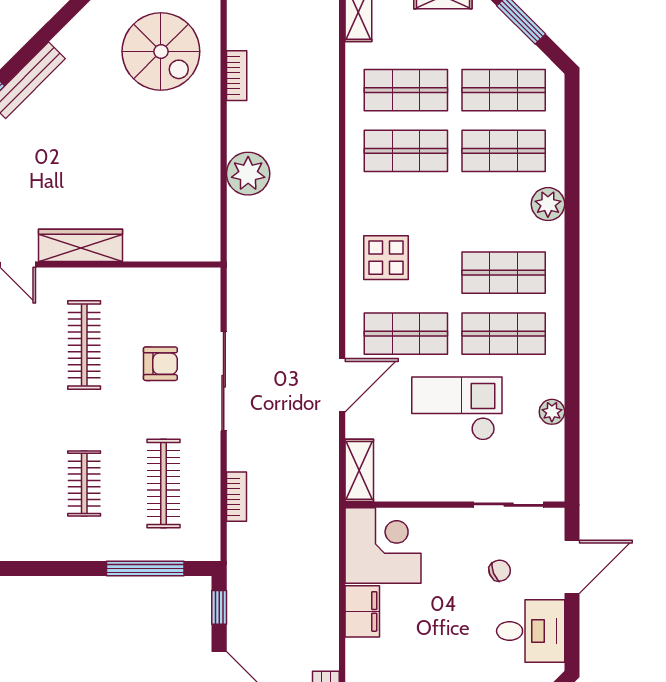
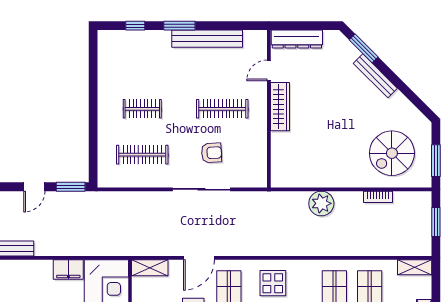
armchair: (160, 364) -> (211, 153), turned -93
door: (342, 385) -> (199, 258), hinge flipped
bookcase: (236, 497) -> (135, 197), removed
window: (145, 568) -> (93, 144), removed
window: (219, 607) -> (71, 187), width x1.50

